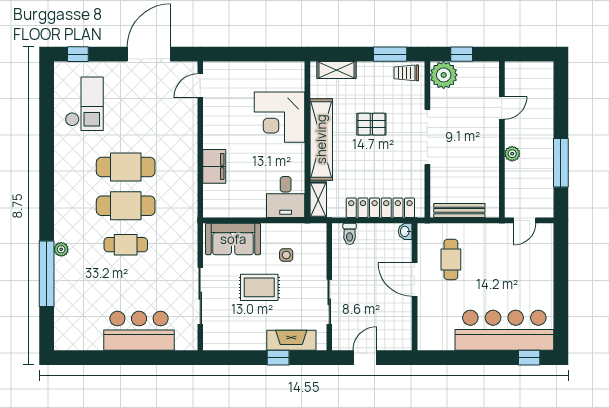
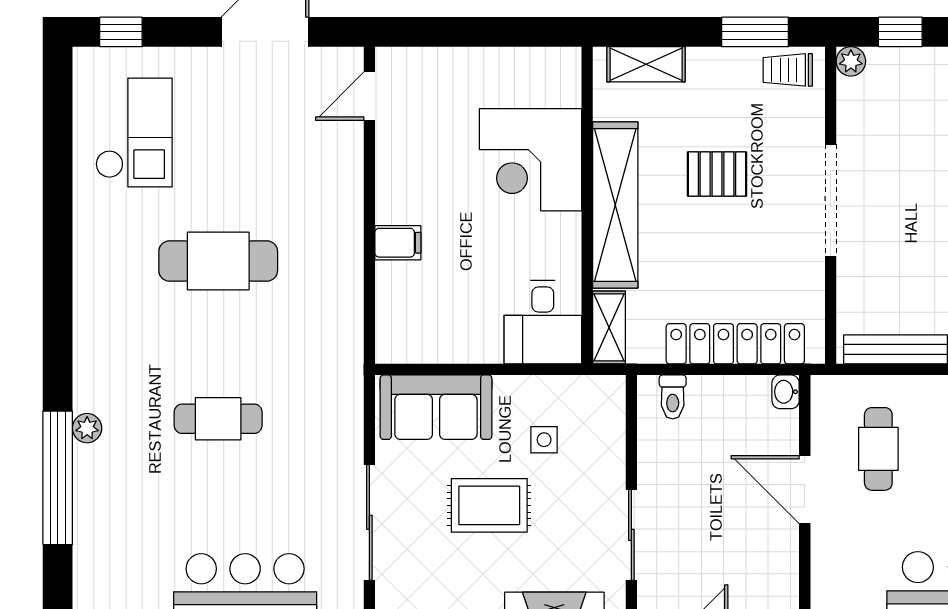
plant: (444, 75) -> (851, 61), width x0.53, depth x0.53
filing cabinet: (214, 166) -> (398, 243), width x0.50
cafe table: (126, 206) -> (218, 340), removed

